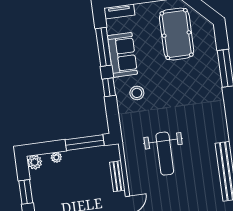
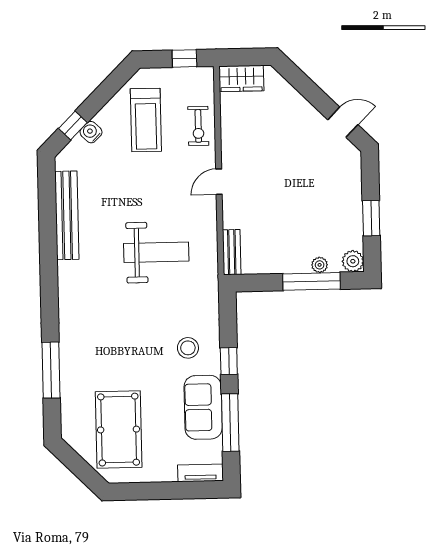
window: (85, 143) -> (311, 281), moved
weight bench: (165, 154) -> (156, 252), turned 90
bench: (117, 176) -> (232, 252), moved

